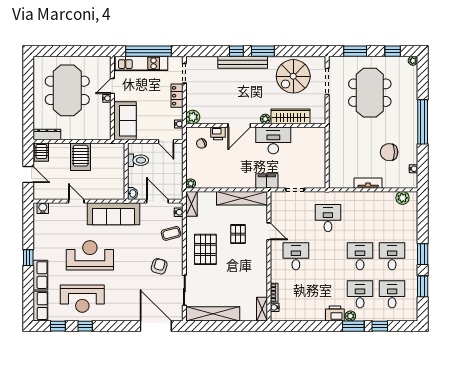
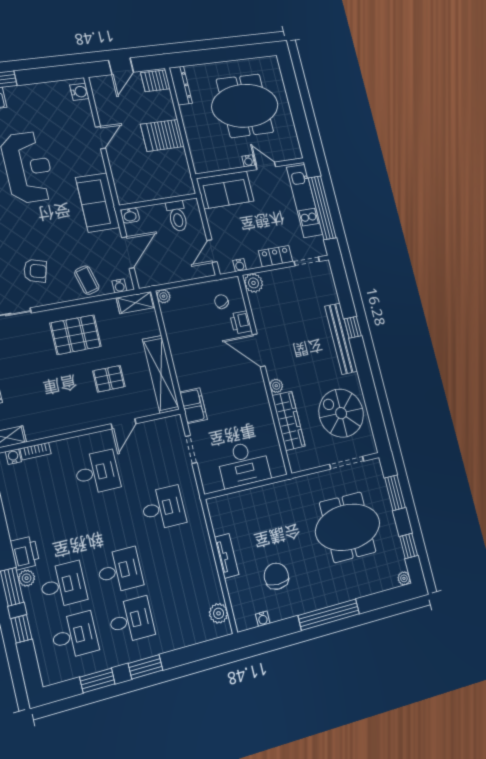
window: (263, 51) -> (362, 364), removed
desk: (273, 140) -> (244, 464), moved, turned 90
sofa: (113, 214) -> (98, 203), width x0.73

